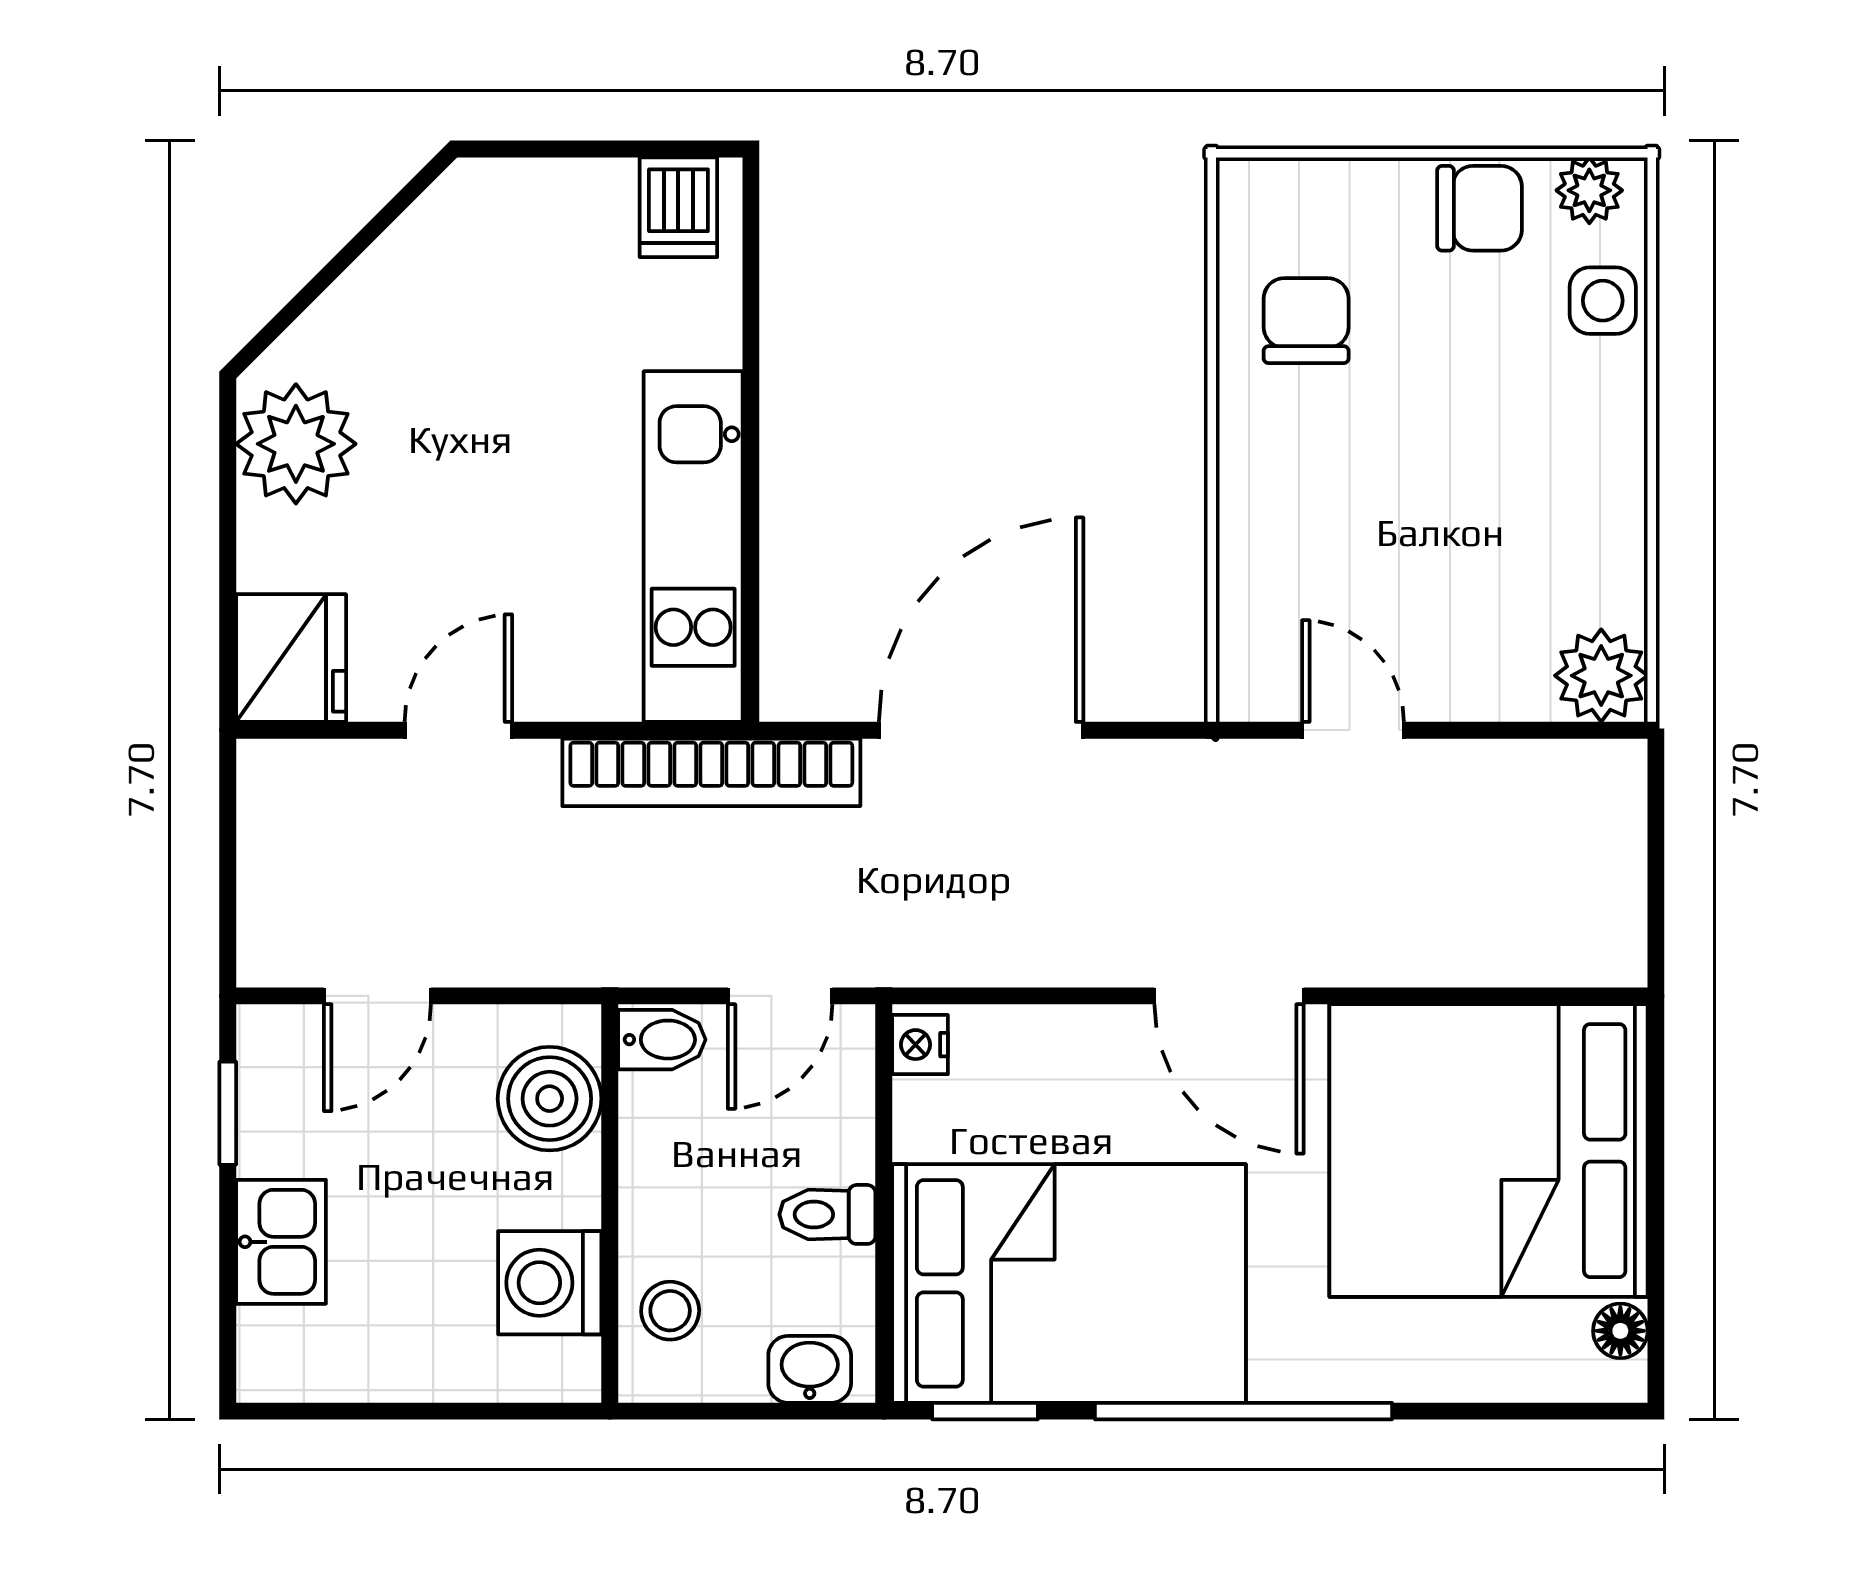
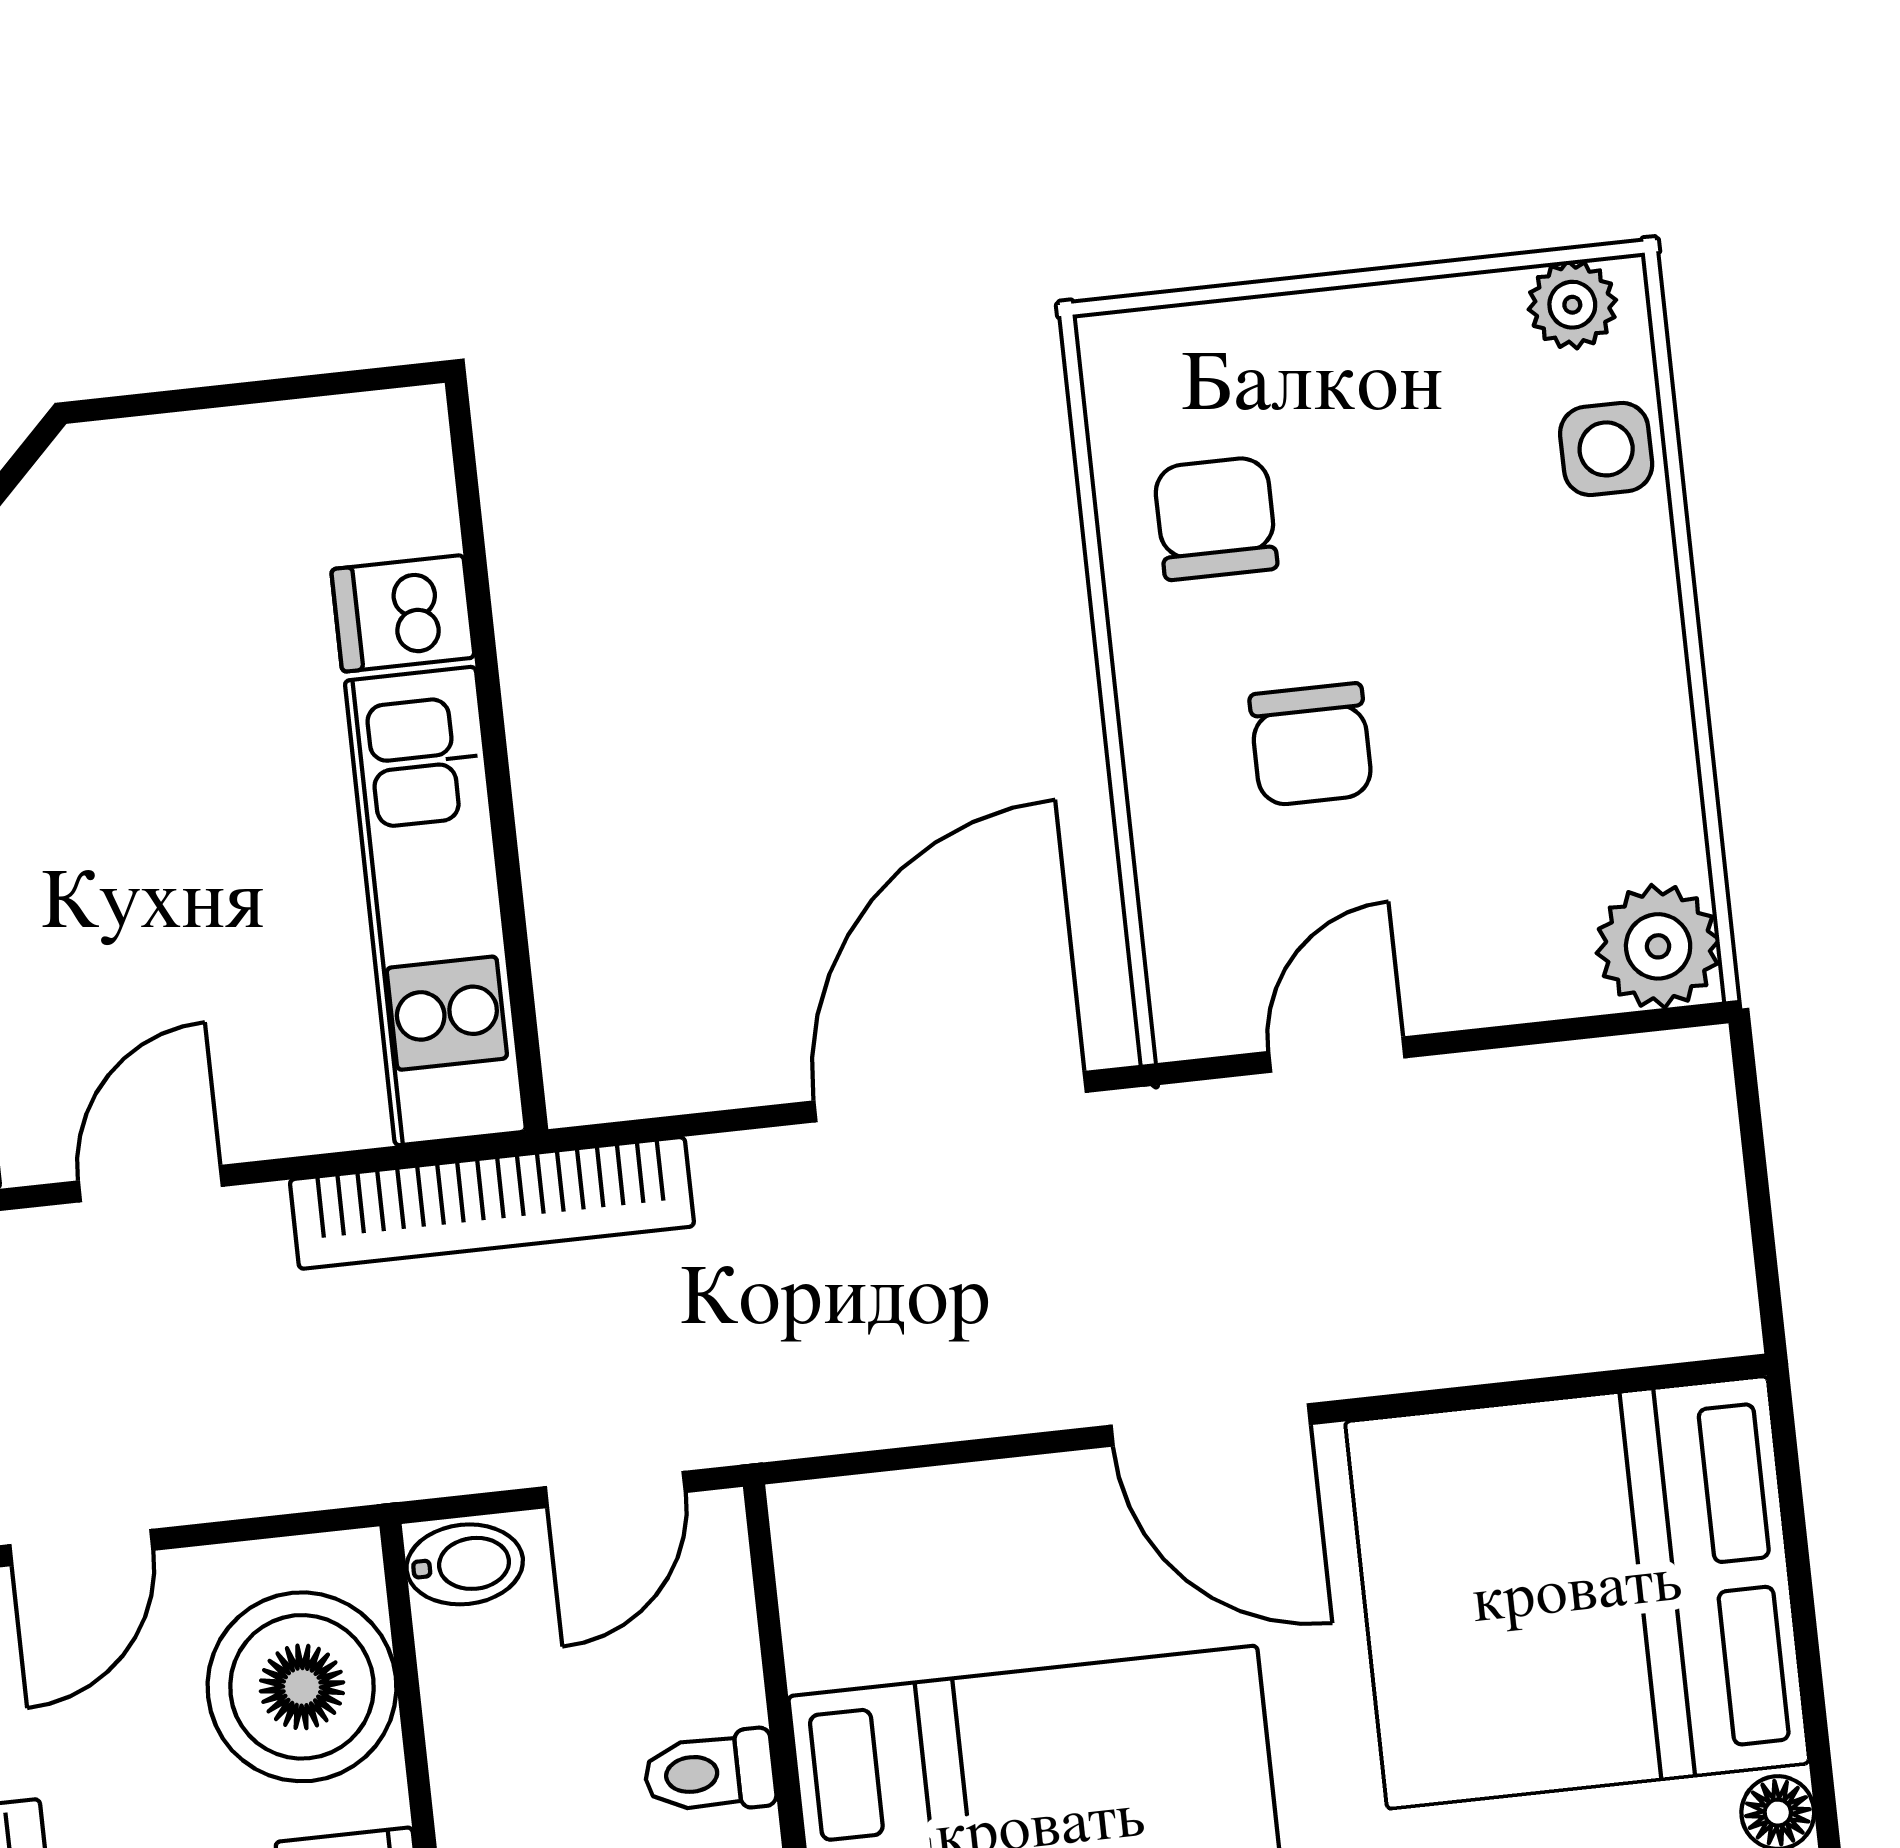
dishwasher: (678, 207) -> (403, 613), moved, turned 90
chair: (1479, 208) -> (1311, 745), moved, turned 90
door: (981, 730) -> (950, 1097), moved
door: (1353, 730) -> (1337, 1055), hinge flipped
nightstand: (920, 1045) -> (808, 1534), removed
boiler: (550, 1099) -> (302, 1687), width x1.37, depth x1.37

